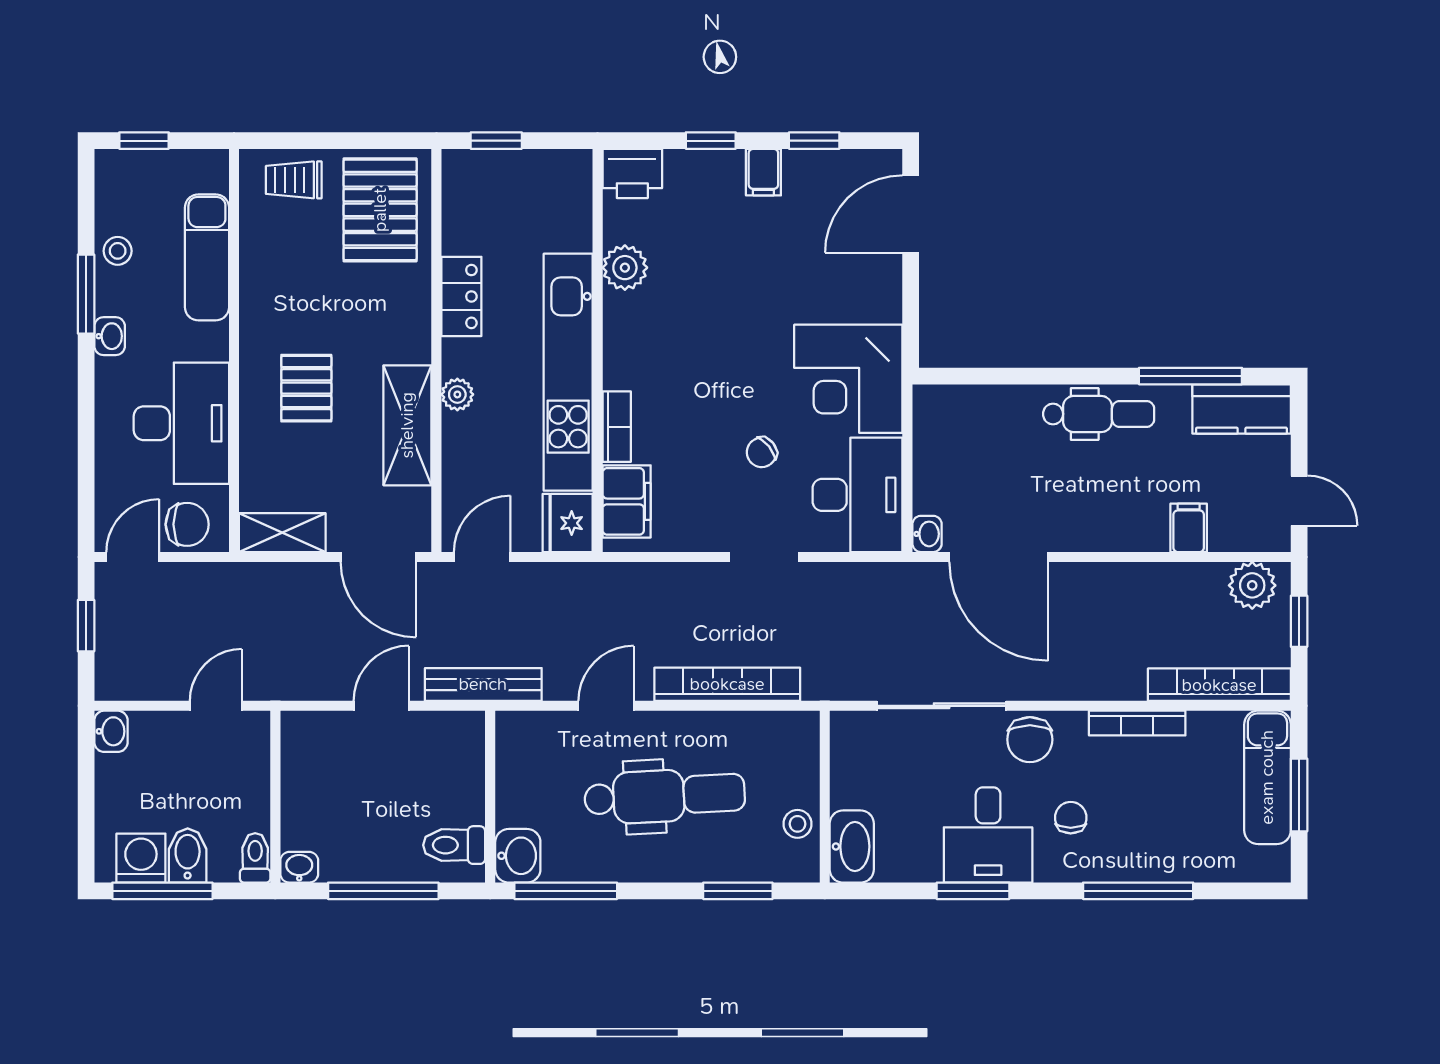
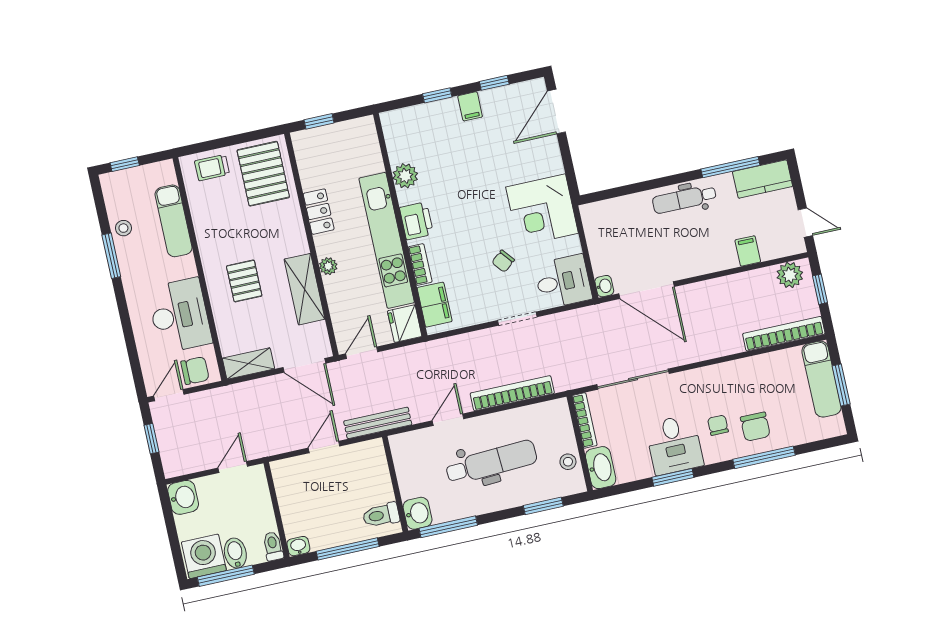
printer: (632, 173) -> (416, 221), moved, turned -90
washbasin: (110, 336) -> (129, 276), removed
dental chair: (1099, 414) -> (684, 199), turned 180
desk: (858, 495) -> (563, 282), width x0.73
bookcase: (1137, 723) -> (585, 420), moved, turned -90
washbasin: (111, 731) -> (183, 497), width x1.38, depth x1.45
chair: (1030, 740) -> (755, 427), moved
washing machine: (141, 858) -> (204, 556), width x1.37, depth x1.37

